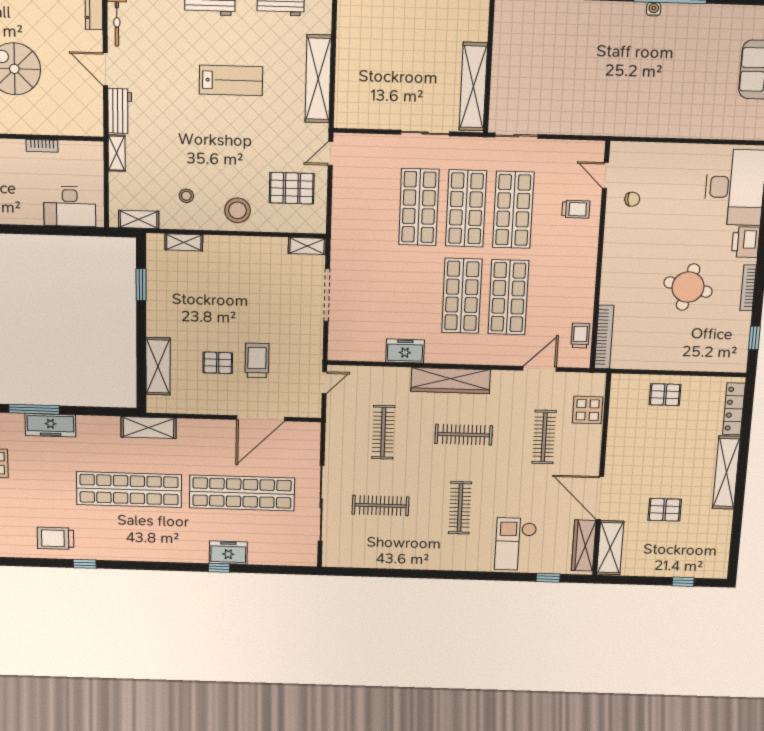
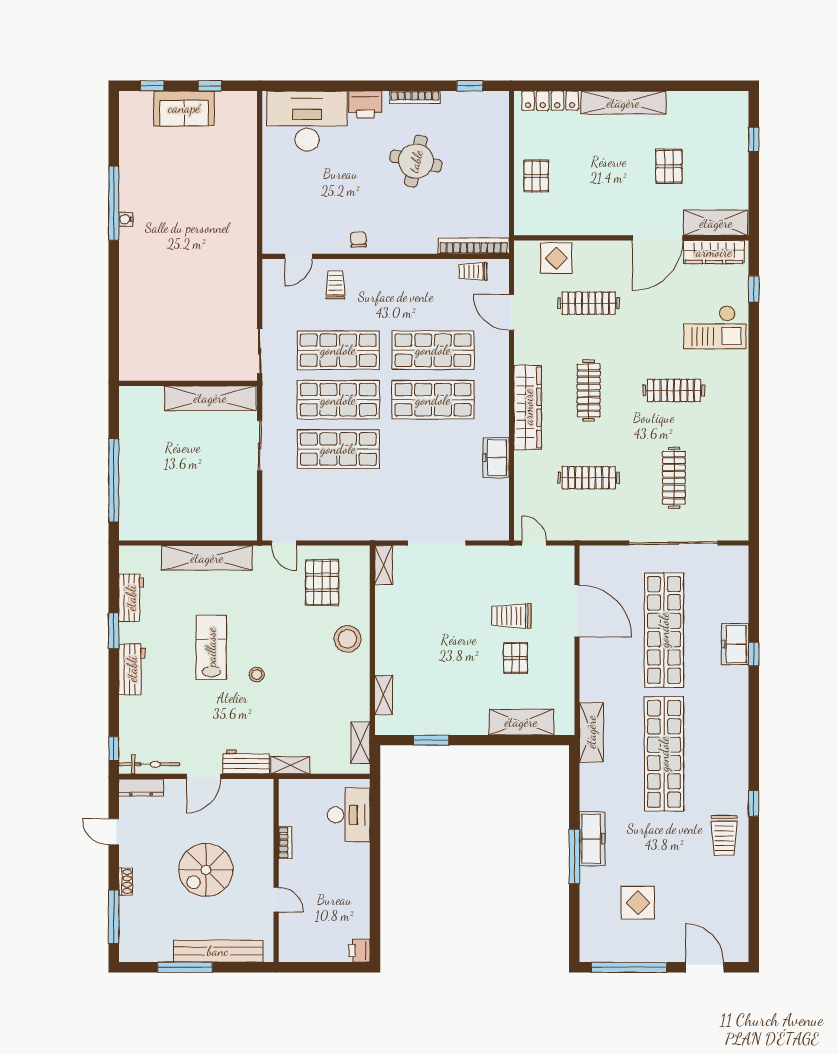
stool: (186, 196) -> (257, 675), moved
chair: (632, 199) -> (358, 240), moved

